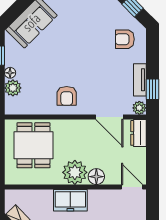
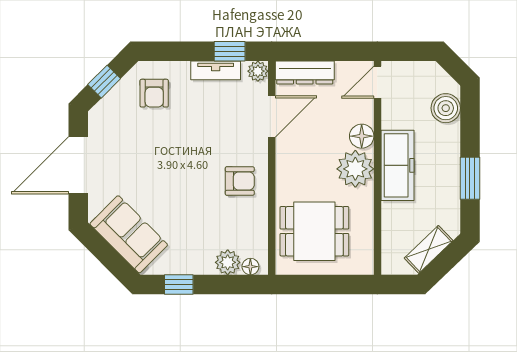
floor lamp: (10, 73) -> (250, 267), moved
dresser: (138, 133) -> (305, 73), width x1.44
freezer: (70, 200) -> (397, 165), width x1.40

